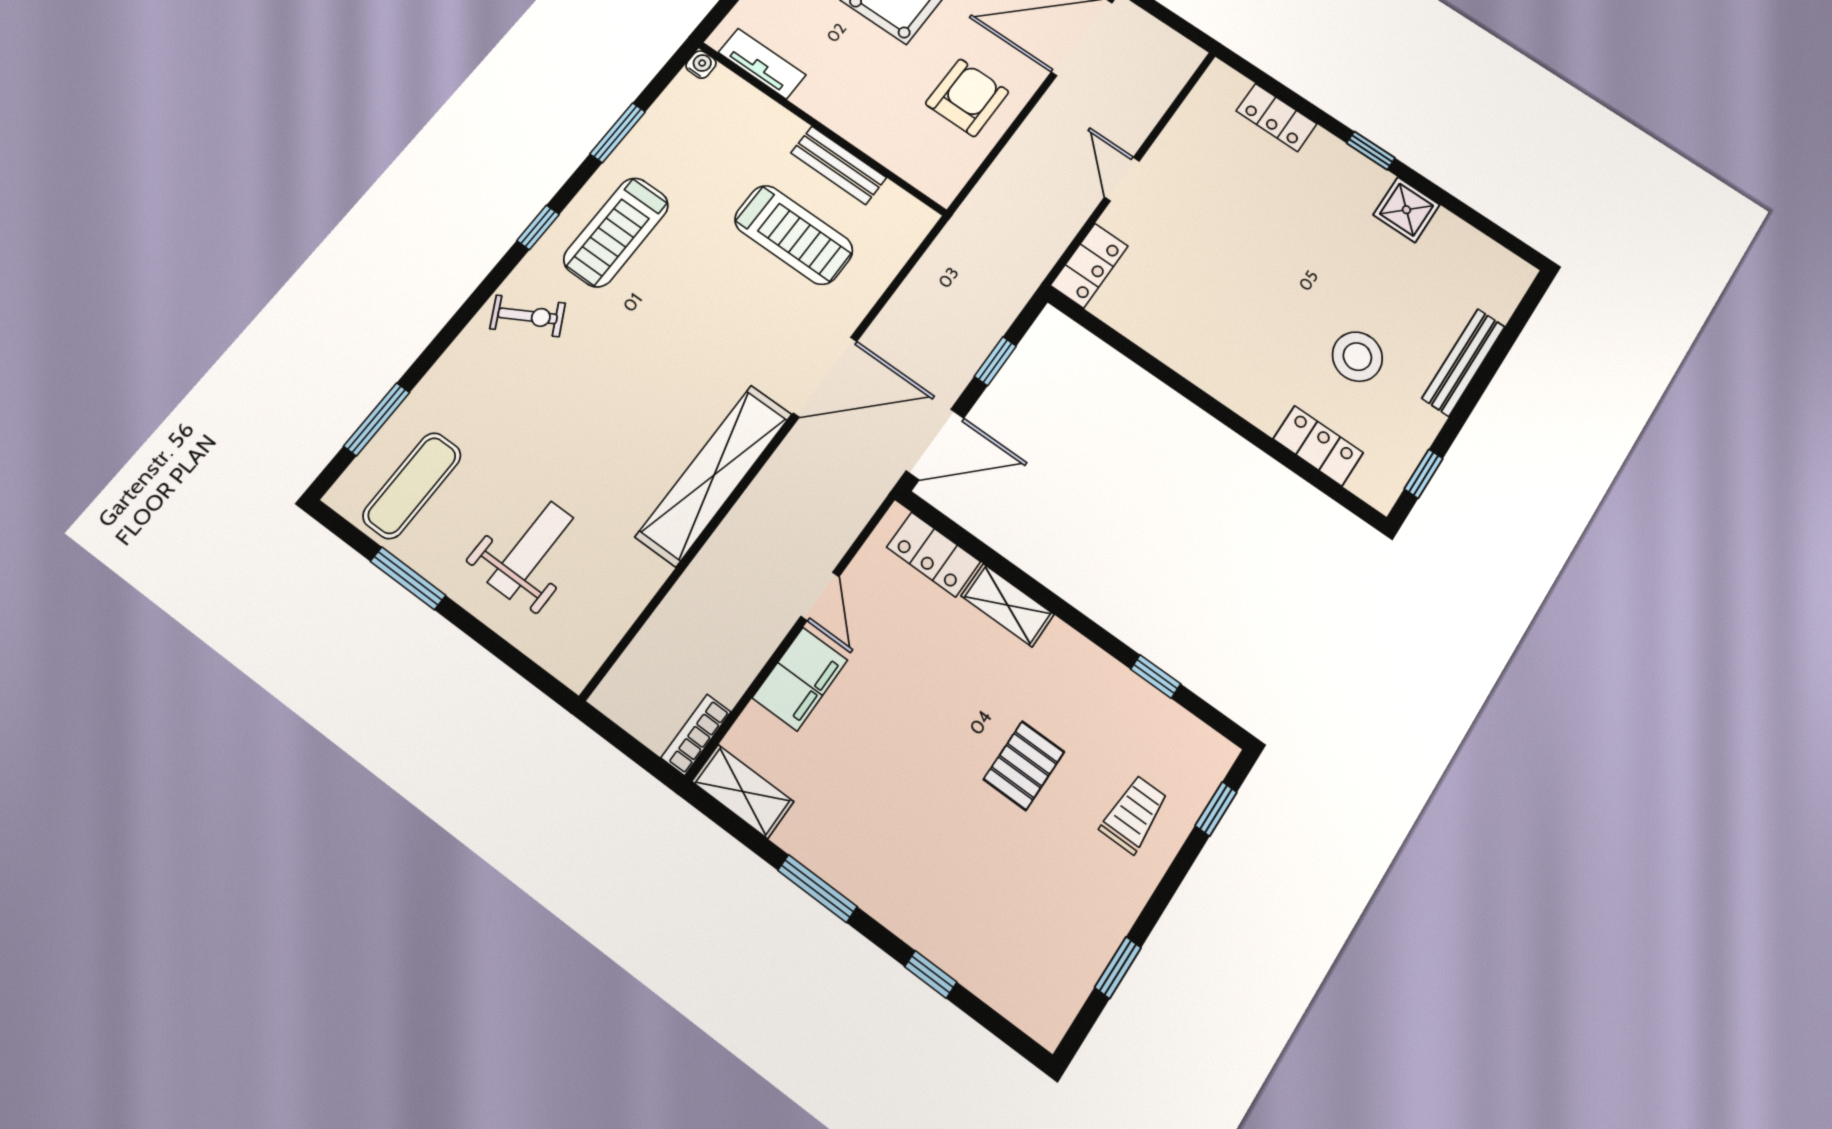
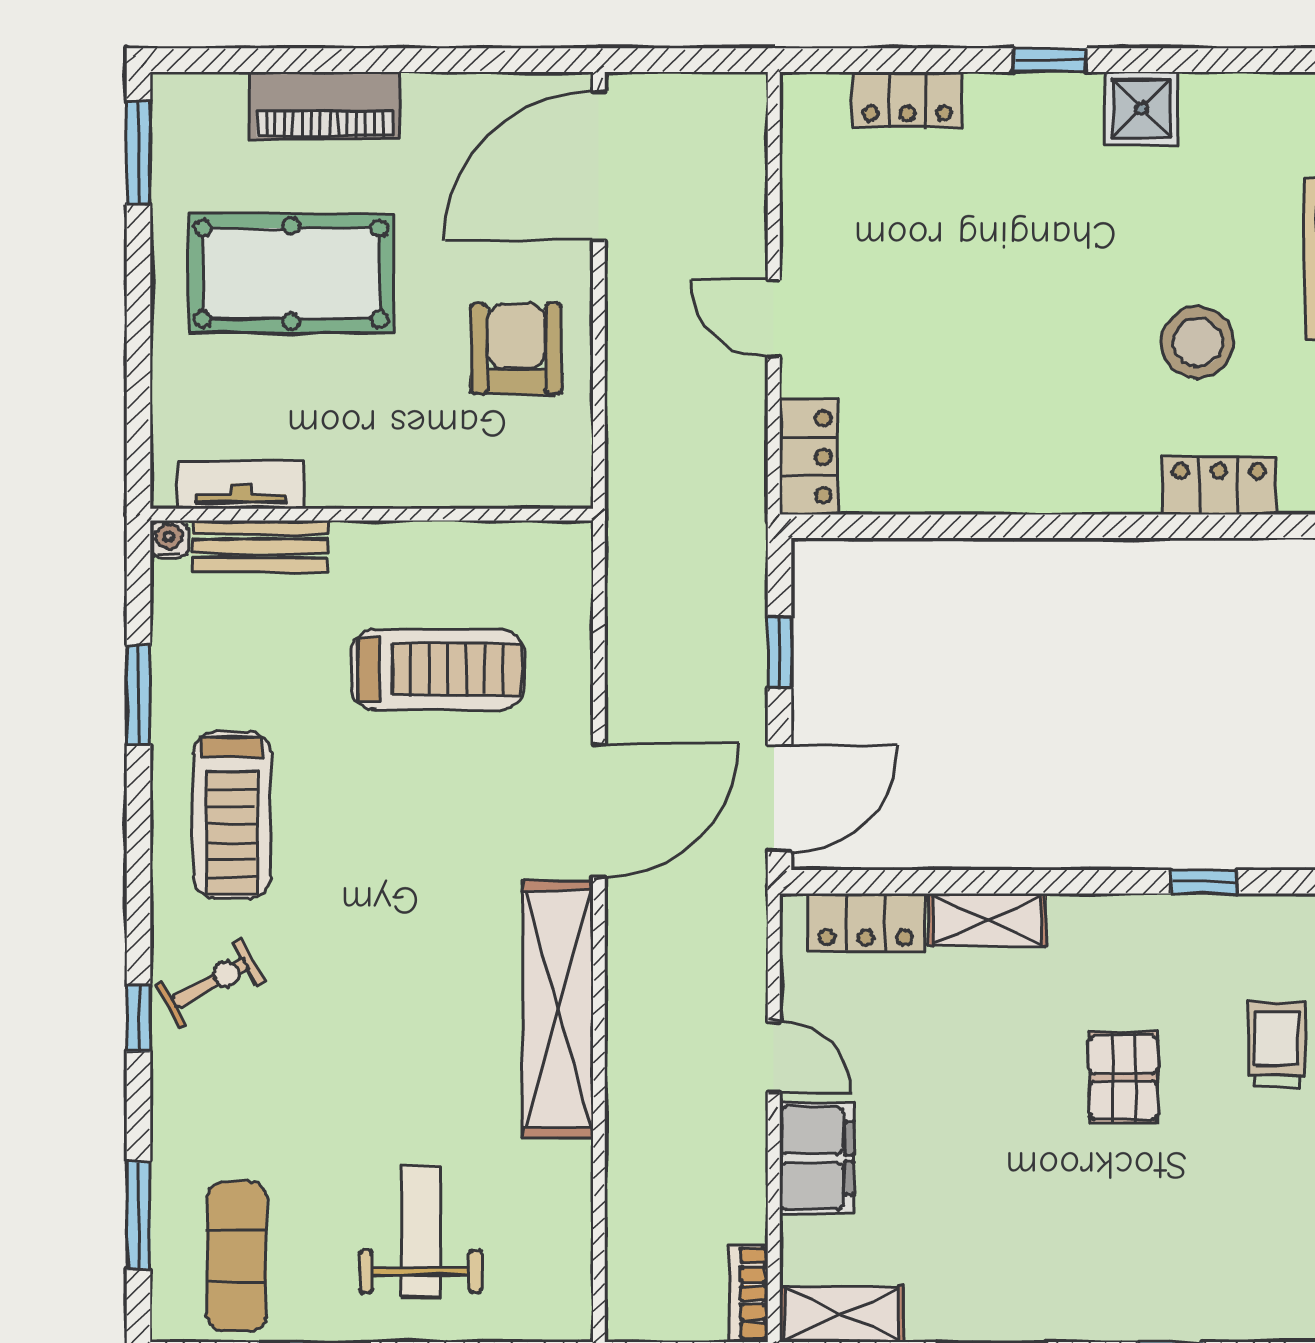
bench: (839, 165) -> (260, 546), moved
window: (538, 227) -> (139, 1018), moved

